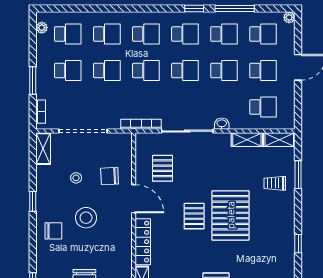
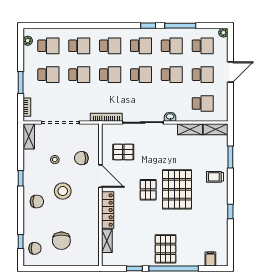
pallet: (163, 168) -> (123, 152), turned 90
trolley: (275, 183) -> (215, 177), moved

